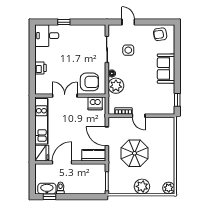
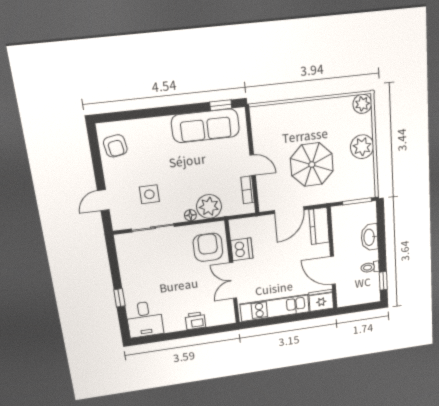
sofa: (166, 69) -> (205, 126), moved, width x1.36
dishwasher: (95, 103) -> (242, 249), moved
door: (139, 116) -> (253, 165), hinge flipped
washbasin: (47, 189) -> (370, 237), moved

